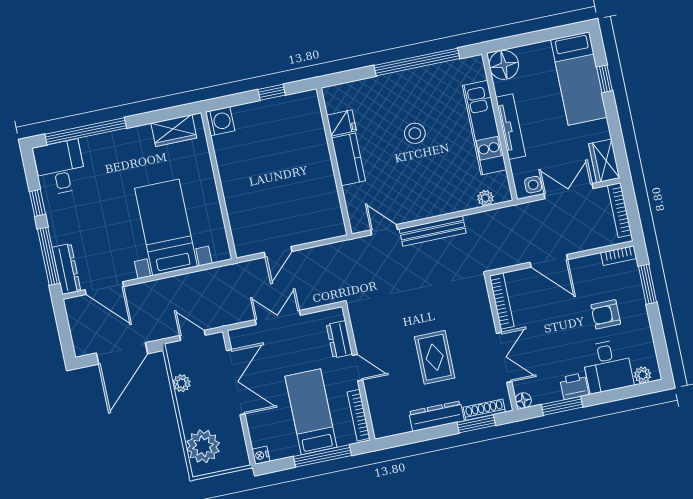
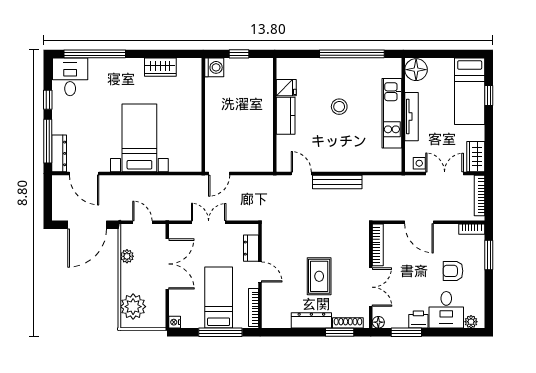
washing machine: (220, 121) -> (214, 67), moved
wall: (219, 185) -> (203, 115), moved
plant: (485, 198) -> (382, 166), removed

